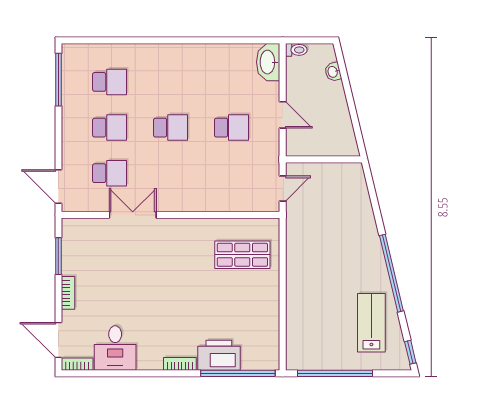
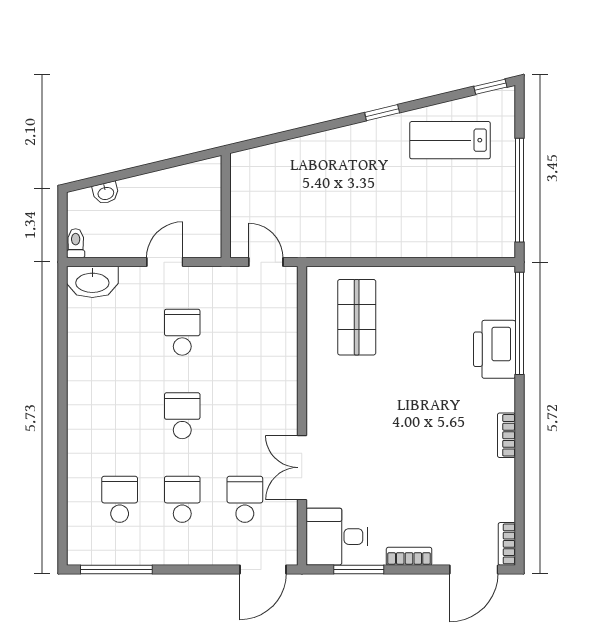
window: (391, 273) -> (382, 113), width x0.32
desk: (115, 348) -> (337, 537), moved, turned 180
bookcase: (180, 364) -> (506, 435), moved

